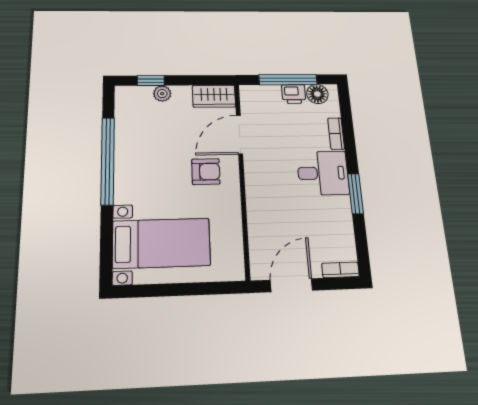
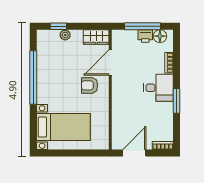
armchair: (206, 172) -> (90, 85), turned 180

